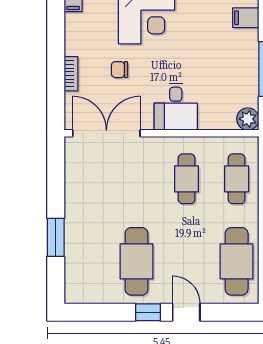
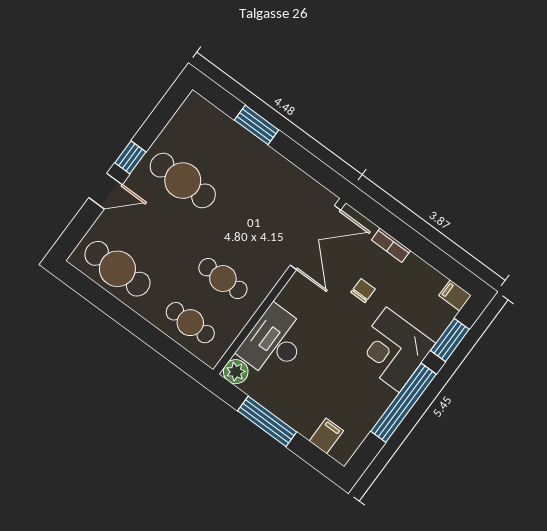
desk: (176, 107) -> (274, 342), moved, width x1.37

